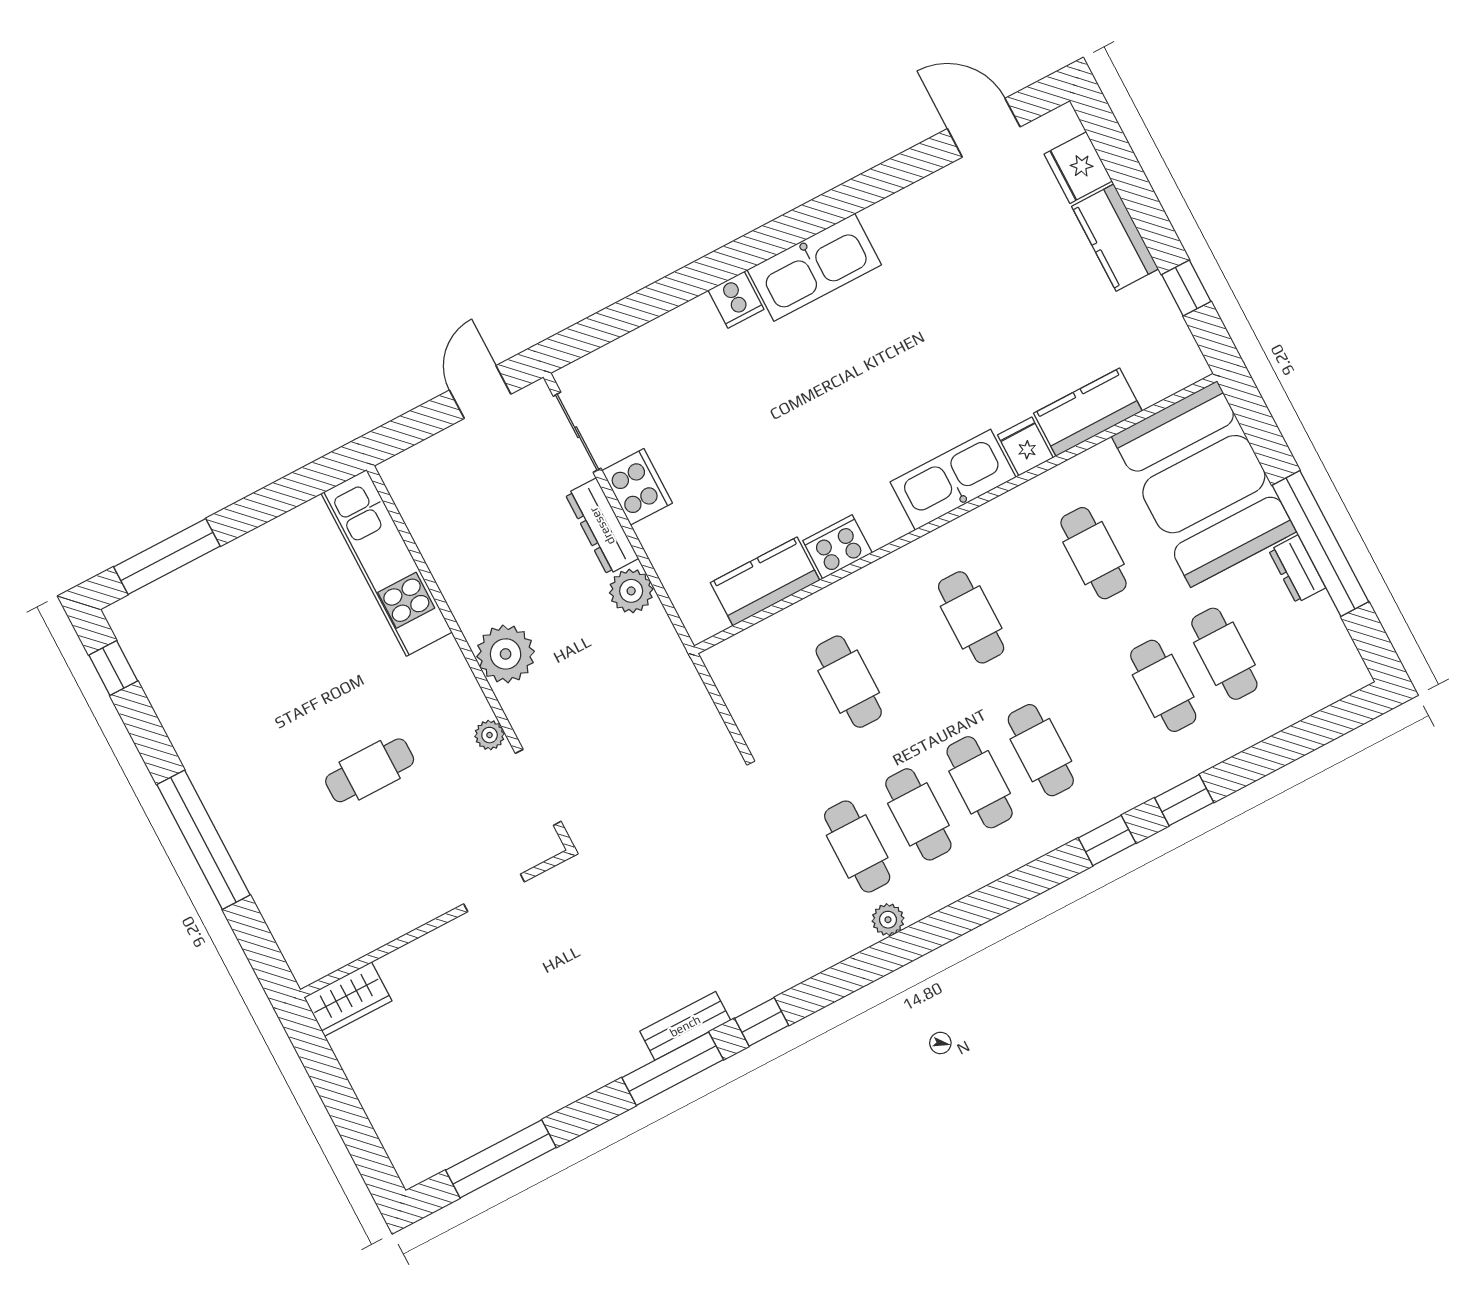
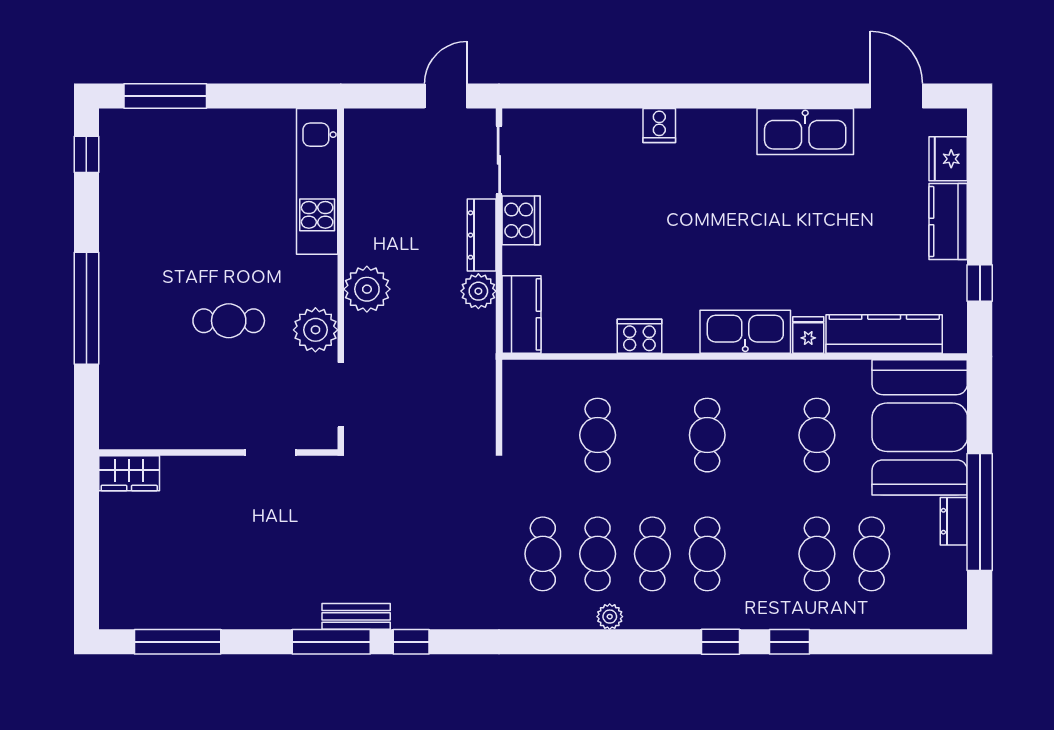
kitchen sink: (814, 267) -> (805, 131), moved
kitchen counter: (1088, 412) -> (884, 334), width x1.50
kitchen counter: (765, 581) -> (521, 314), moved, turned 90
plant: (490, 735) -> (315, 330), width x1.87, depth x1.87
plant: (888, 920) -> (610, 617), moved

